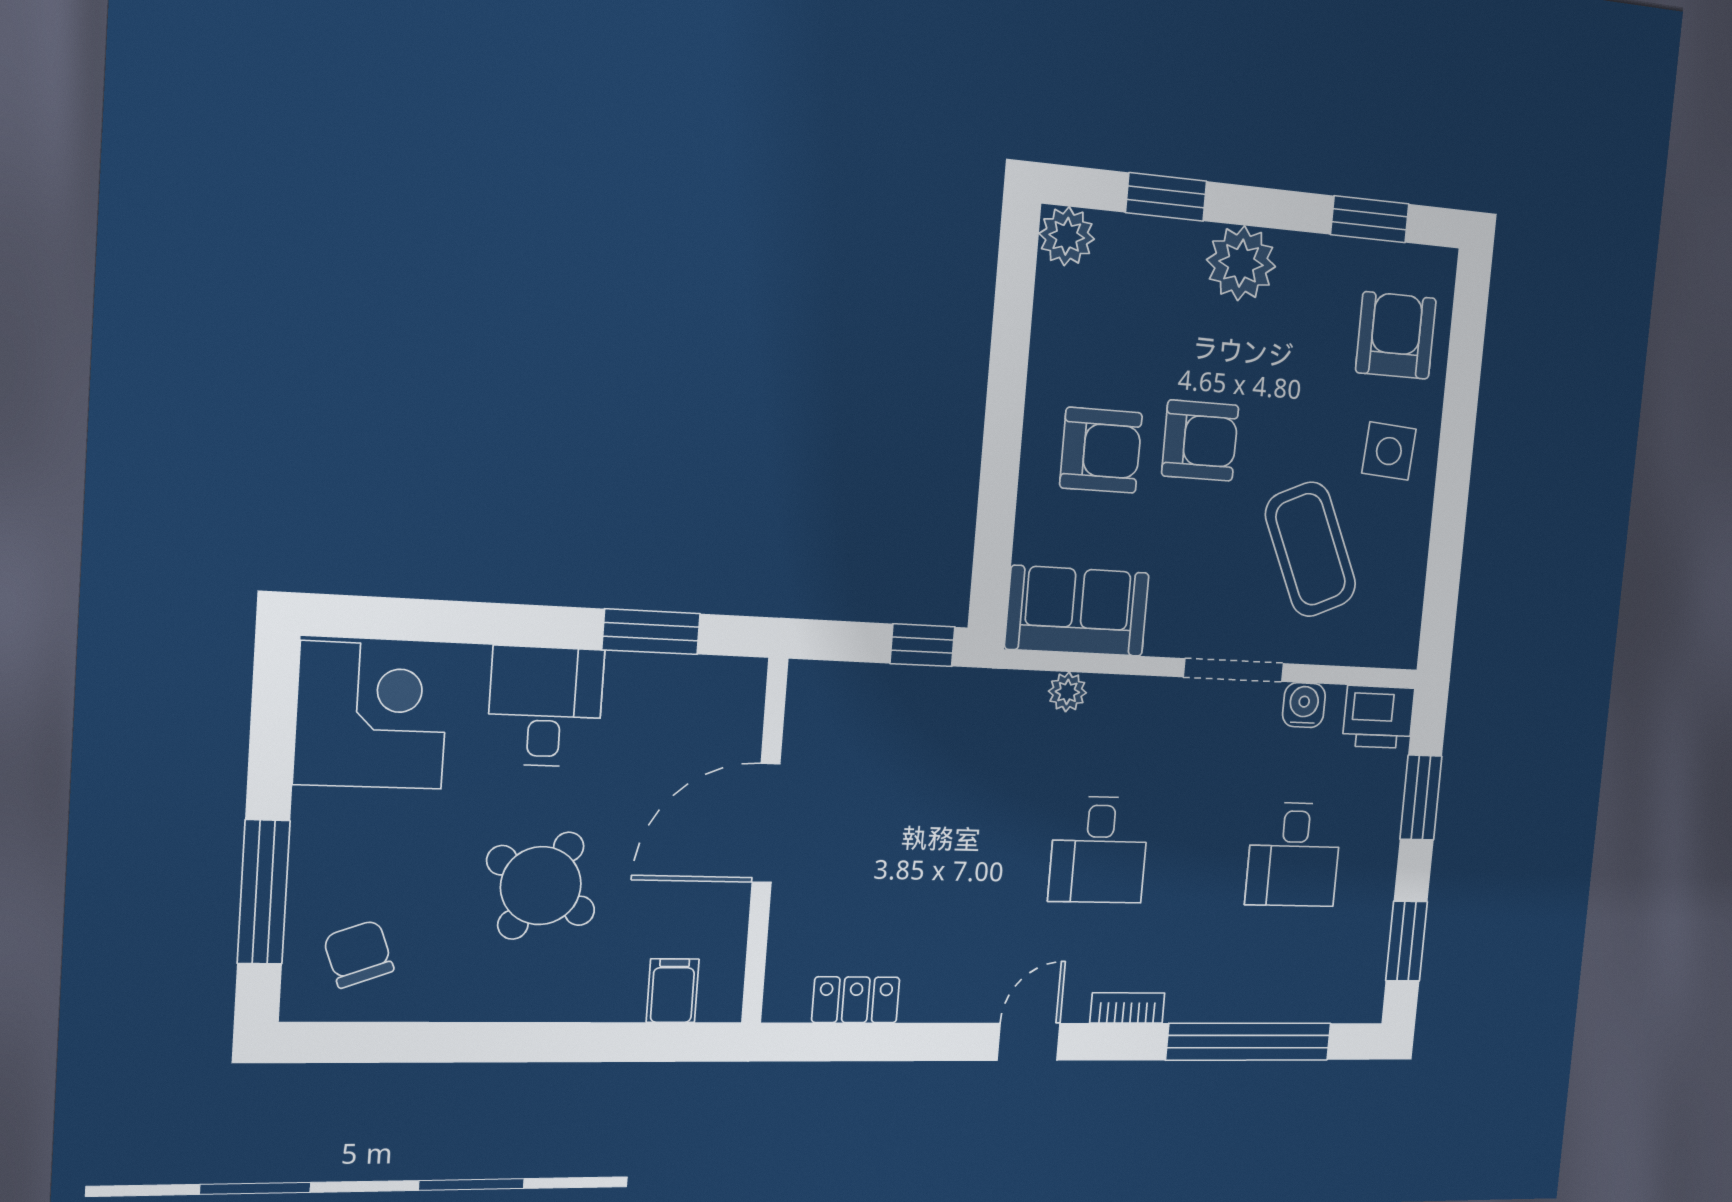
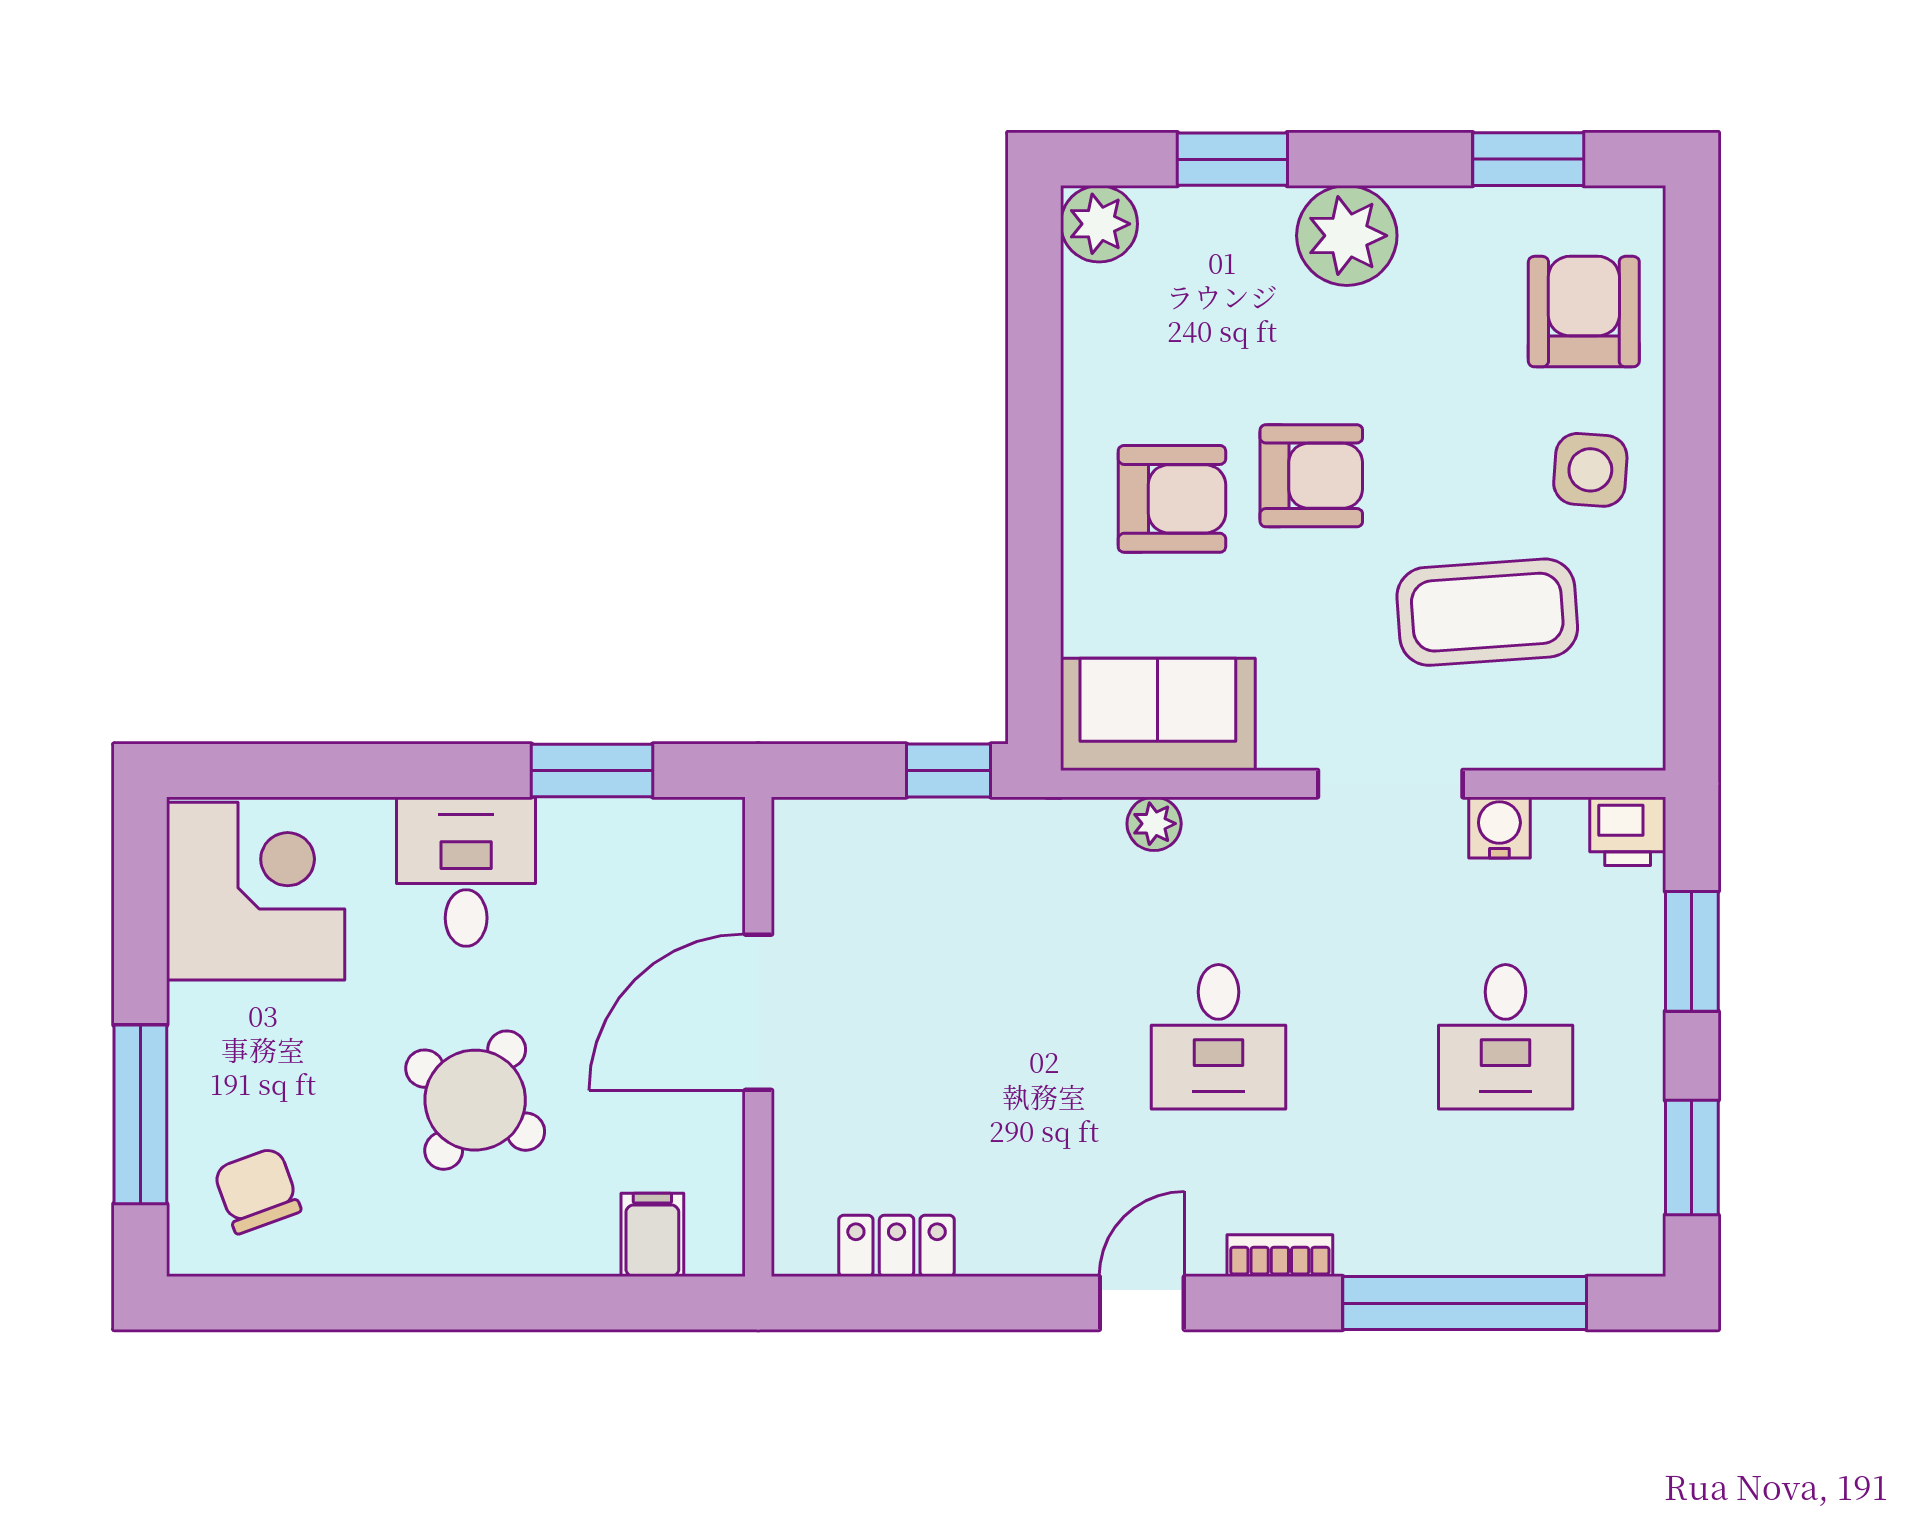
coffee table: (1311, 549) -> (1487, 612), turned -70
printer: (1378, 717) -> (1628, 831), width x0.73, depth x0.81

